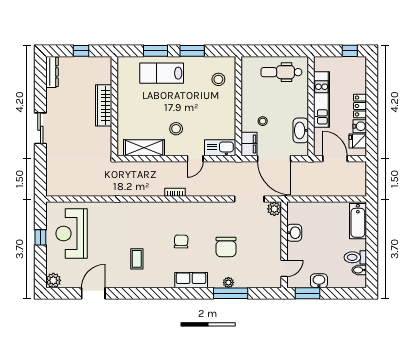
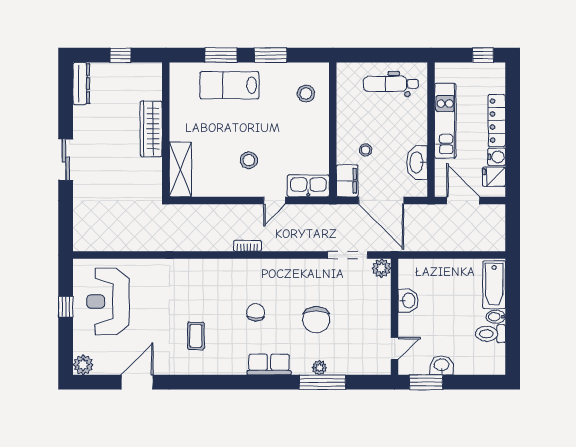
locker: (360, 106) -> (497, 121), width x1.53
shelving: (144, 148) -> (180, 169), moved, turned 90
bidet: (359, 270) -> (496, 317), moved

